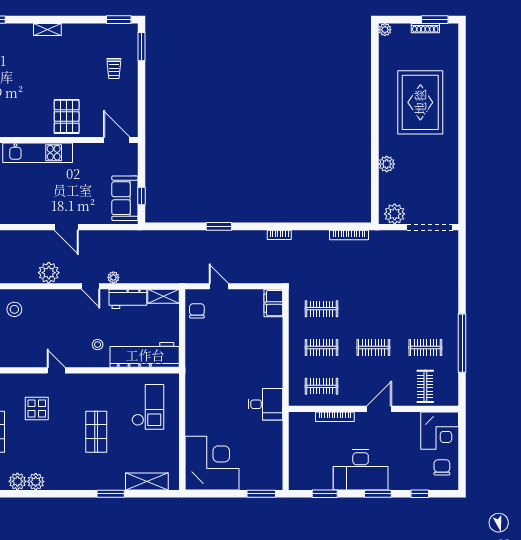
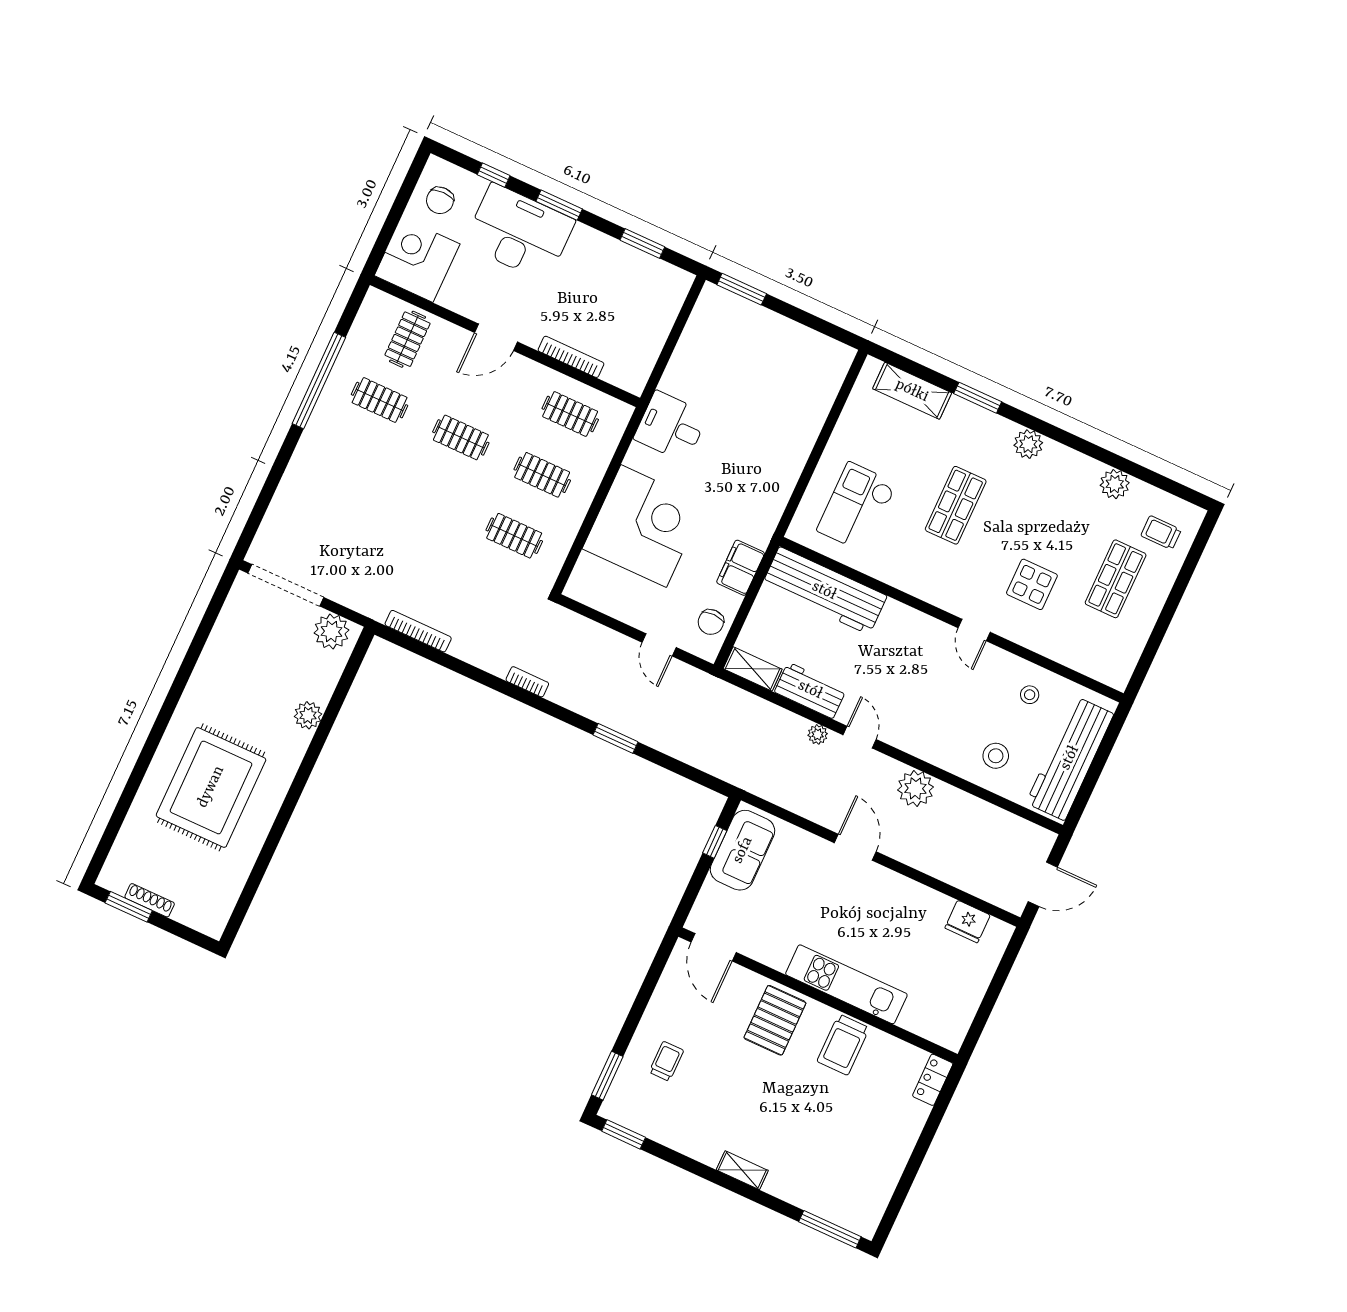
plant: (385, 30) -> (214, 927), removed
trolley: (25, 120) -> (843, 1045), added
filing cabinet: (273, 303) -> (741, 568), moved, turned 180
stool: (98, 345) -> (1030, 695), moved
corner desk: (212, 463) -> (644, 526), moved, turned 180
desk: (361, 470) -> (519, 232), moved
plant: (36, 482) -> (1028, 444), moved

